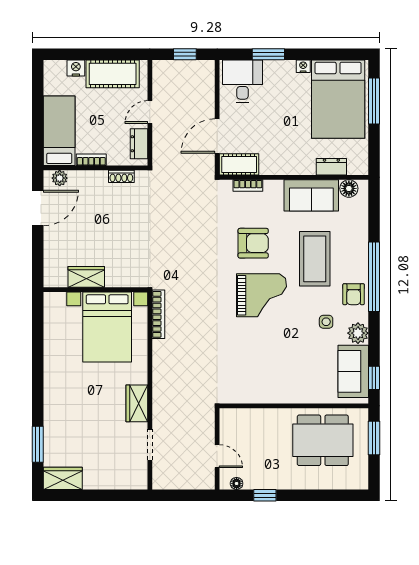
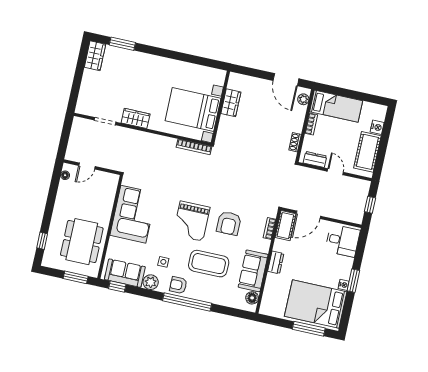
window: (268, 54) -> (353, 281), moved
door: (217, 136) -> (308, 215), swing flipped
dresser: (331, 167) -> (276, 262), moved
corner sofa: (269, 378) -> (133, 214), added
window: (265, 495) -> (42, 241), moved

